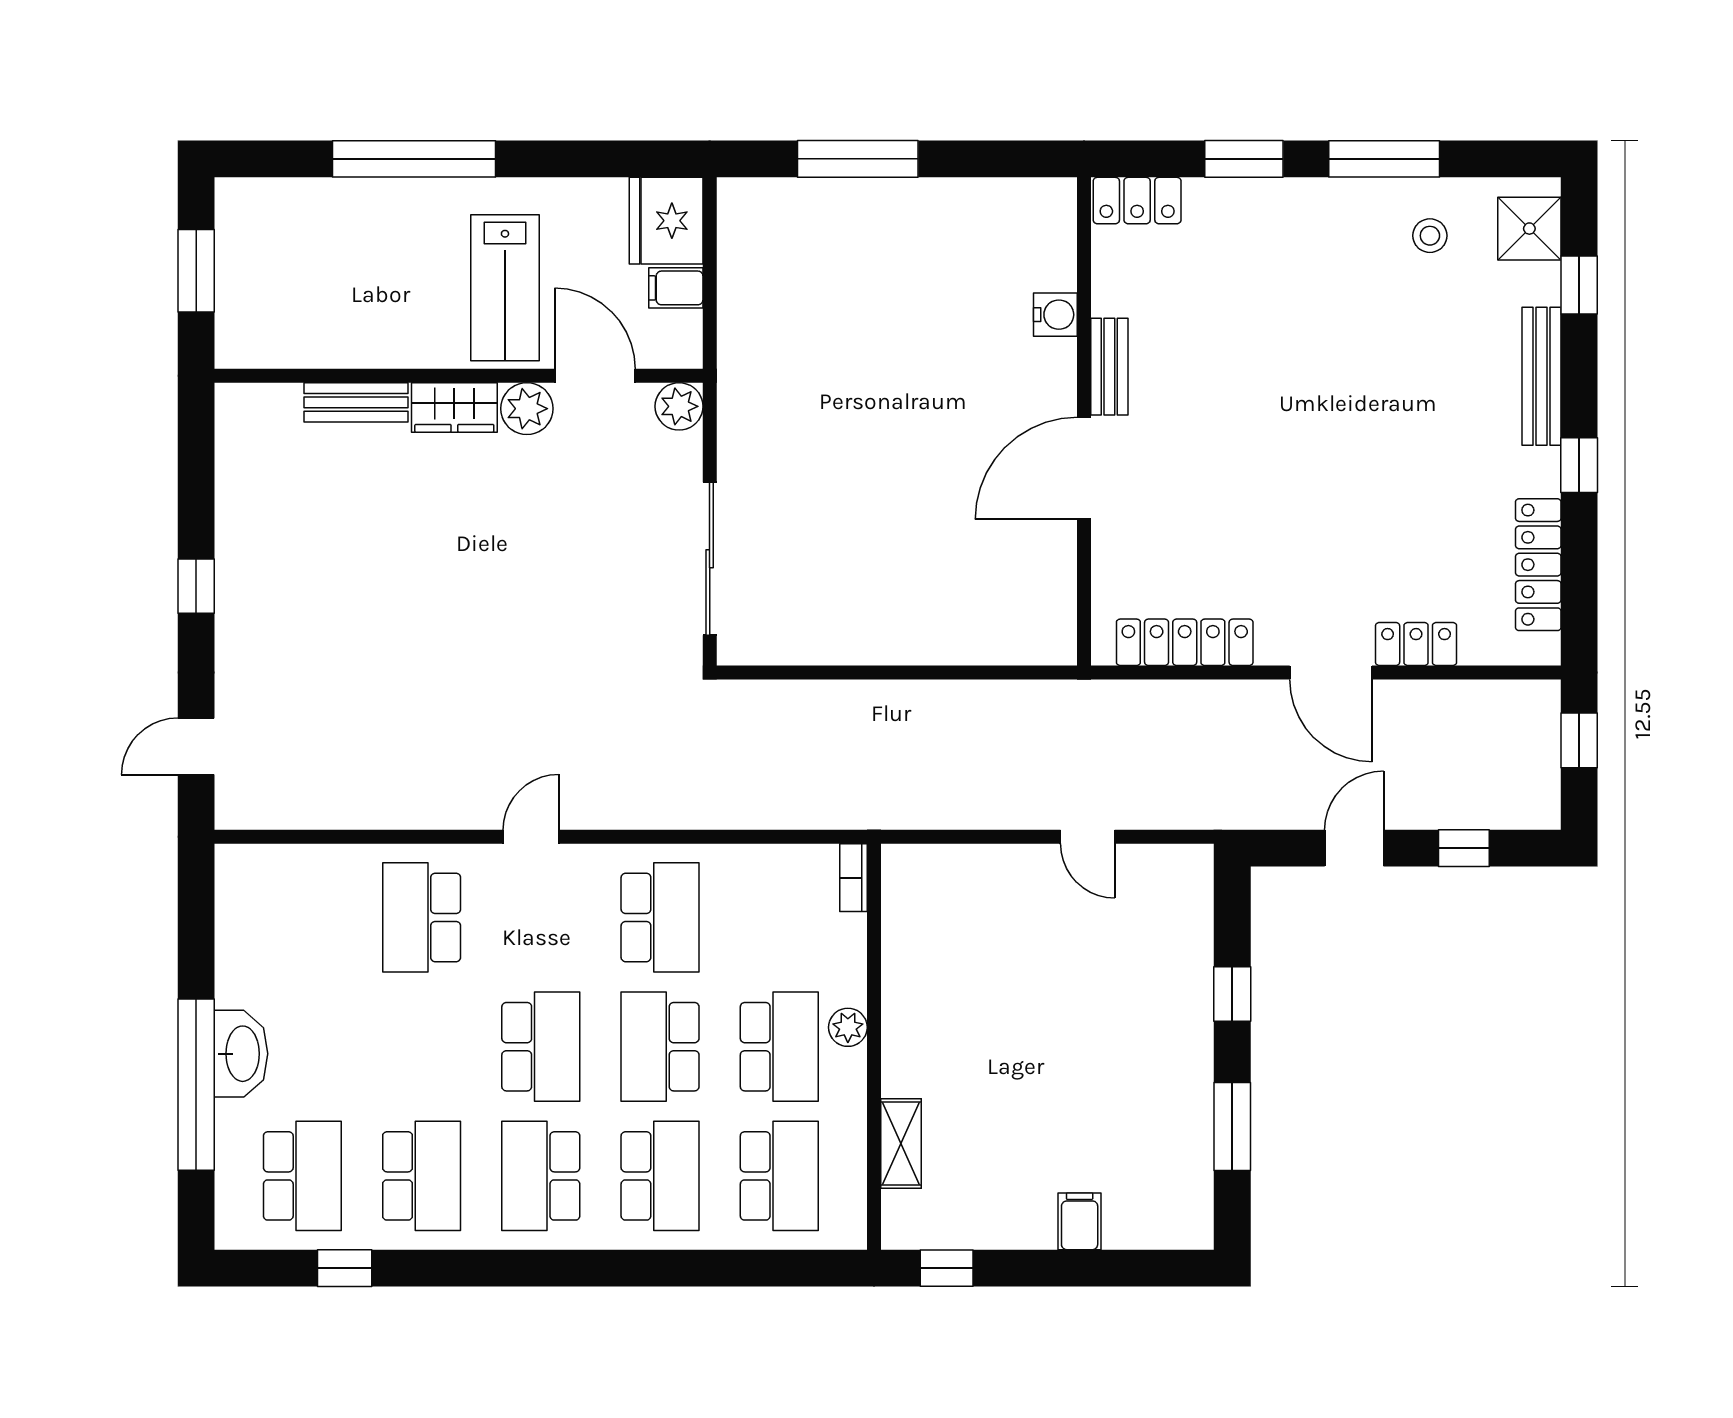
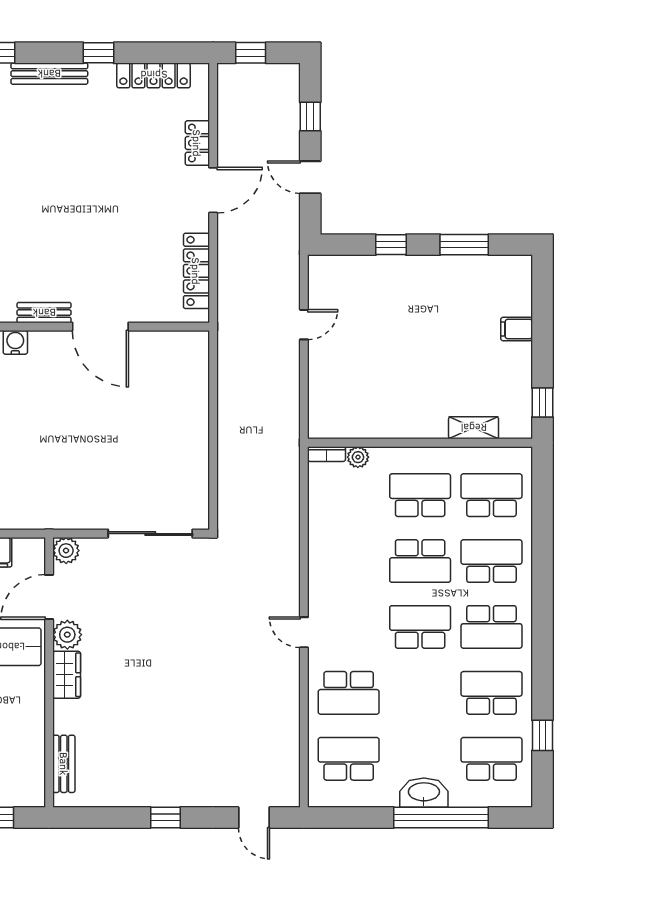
bench: (356, 402) -> (64, 764), moved
school desk: (660, 917) -> (349, 759), moved
plant: (848, 1027) -> (358, 457), moved

